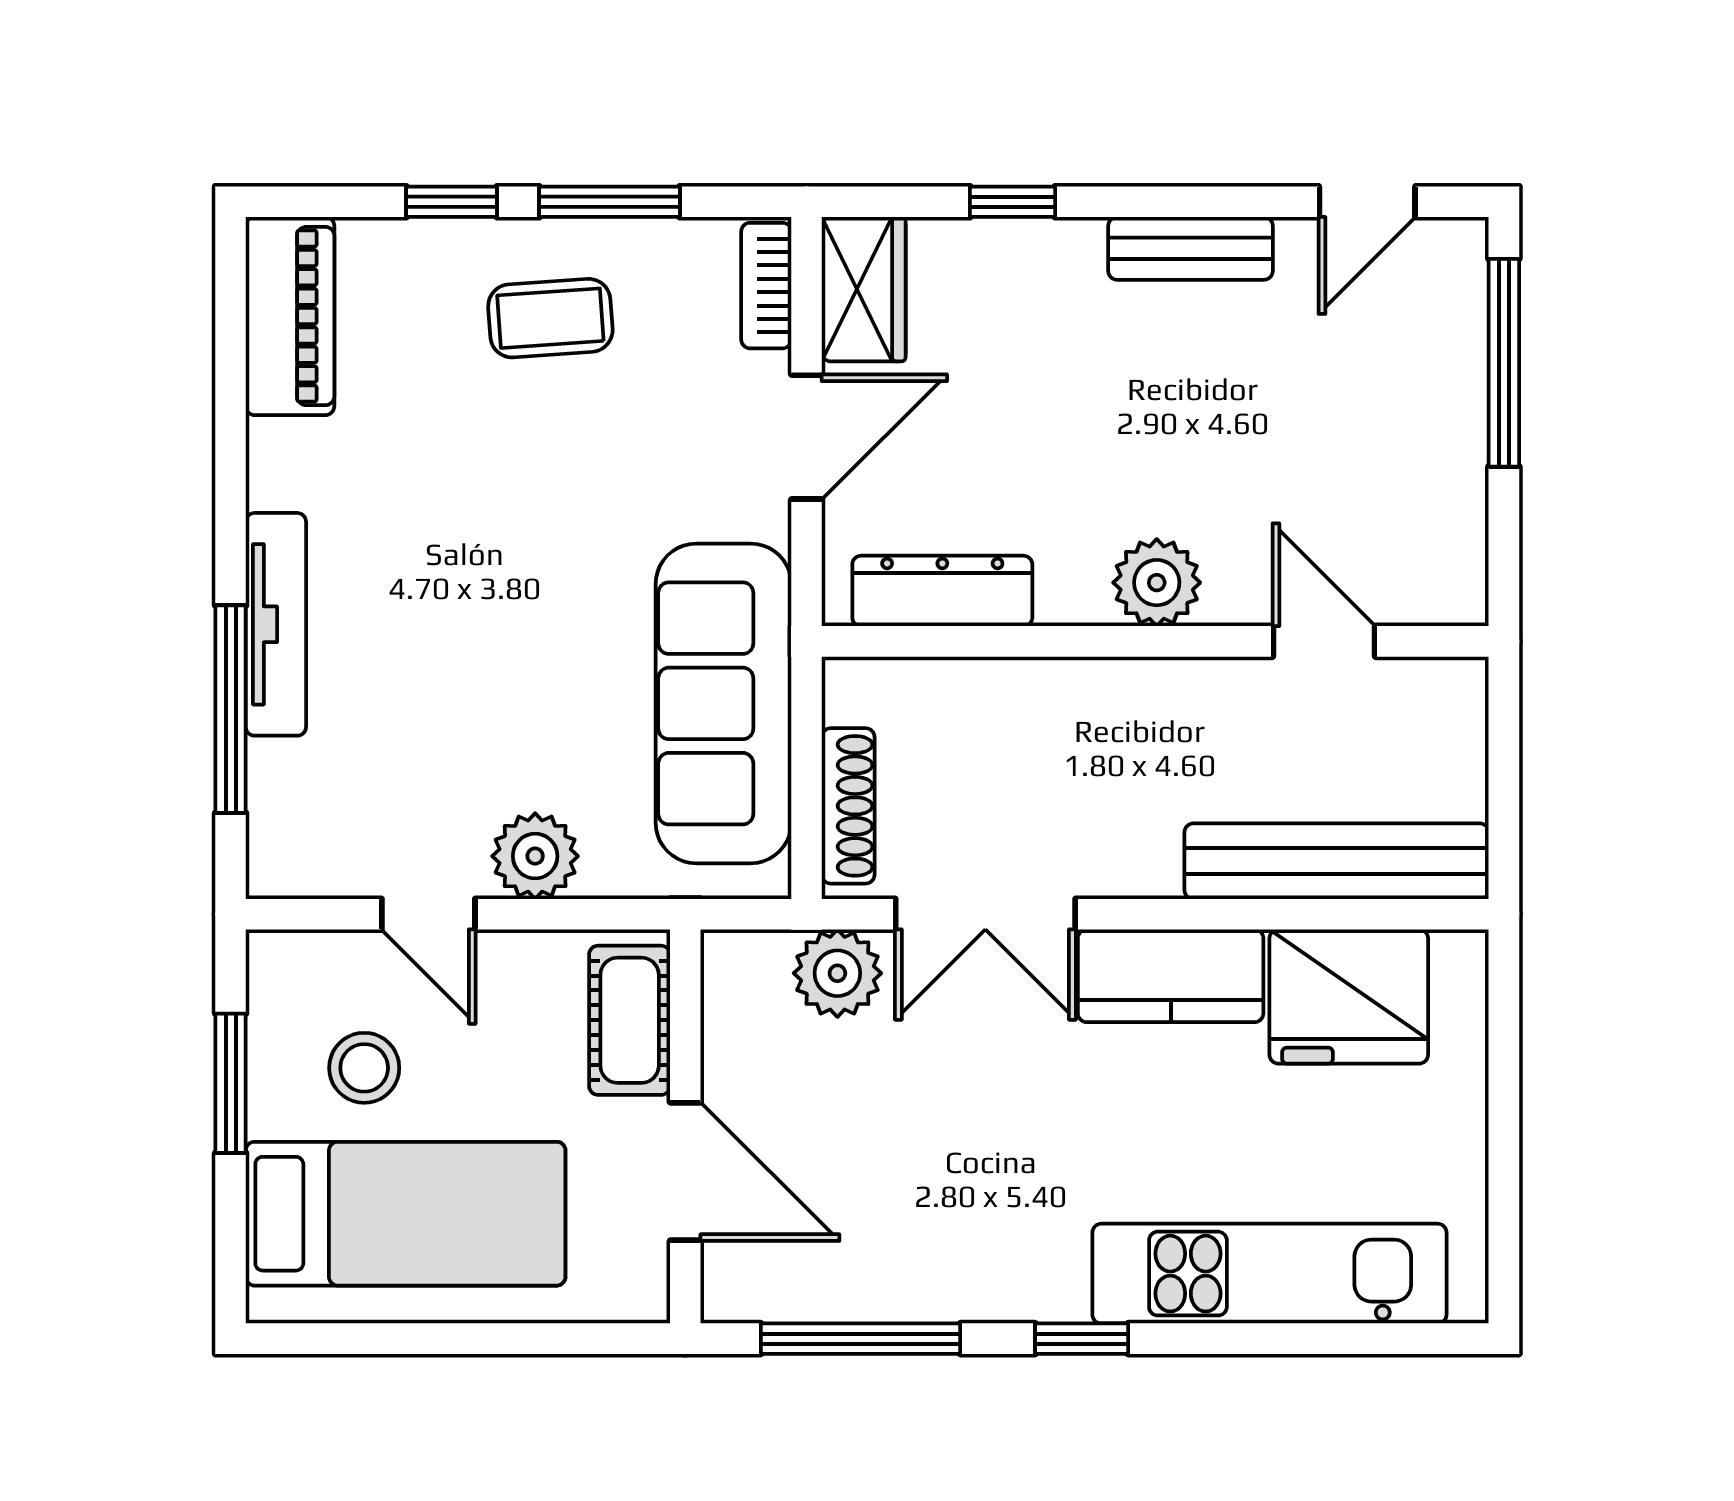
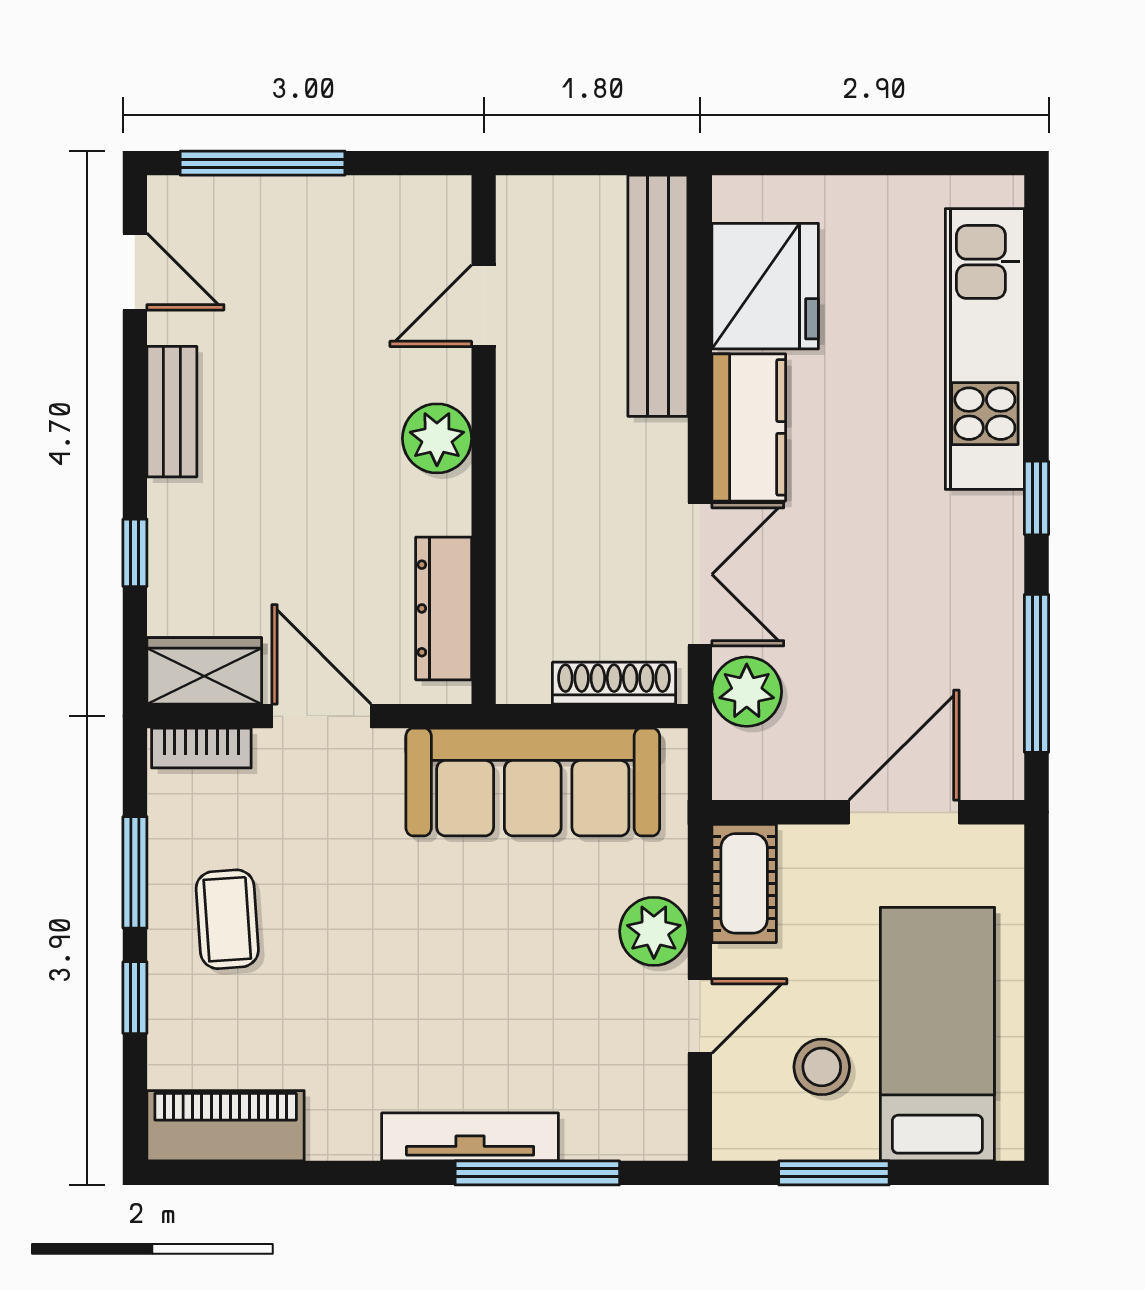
cot: (630, 1020) -> (744, 883), moved, turned 90

